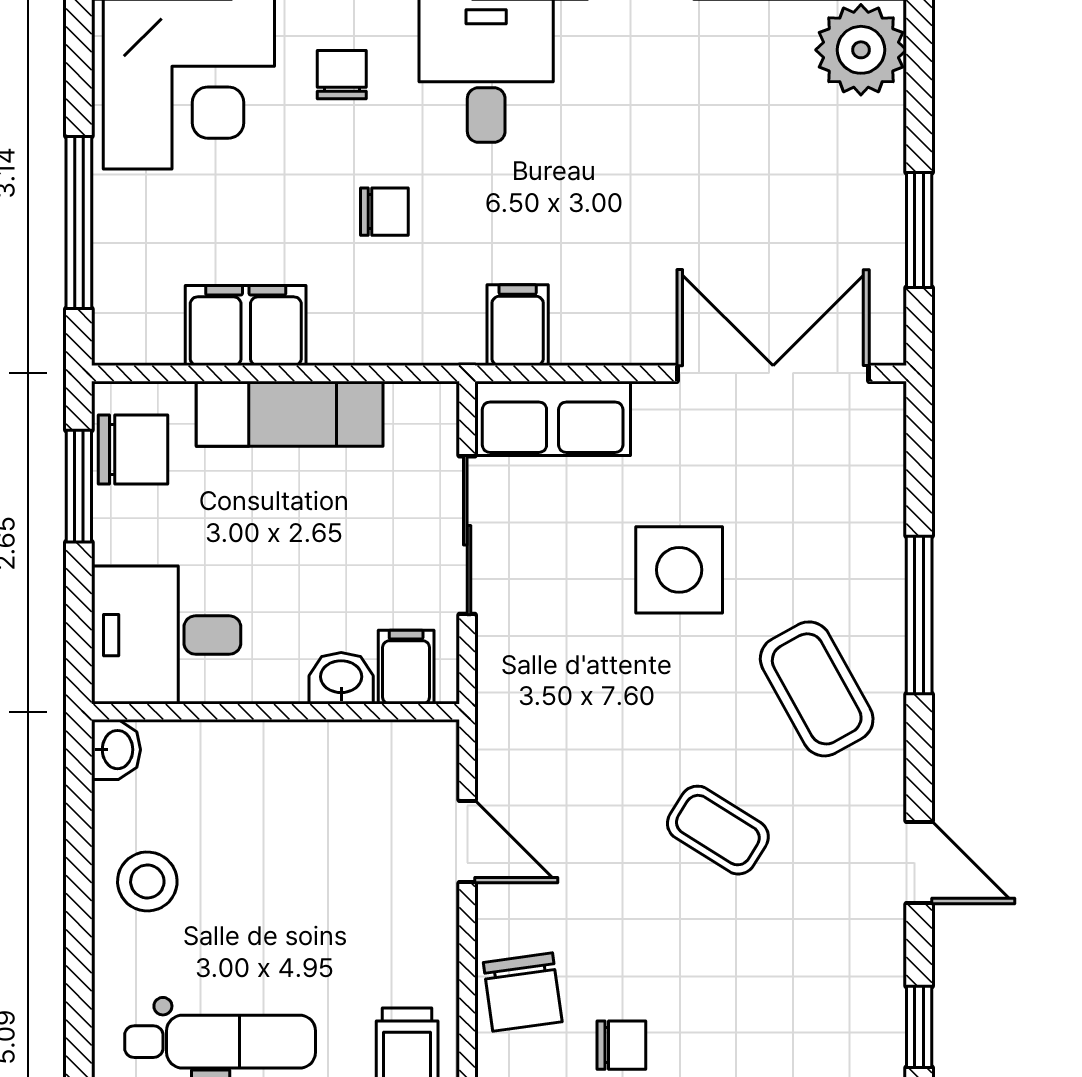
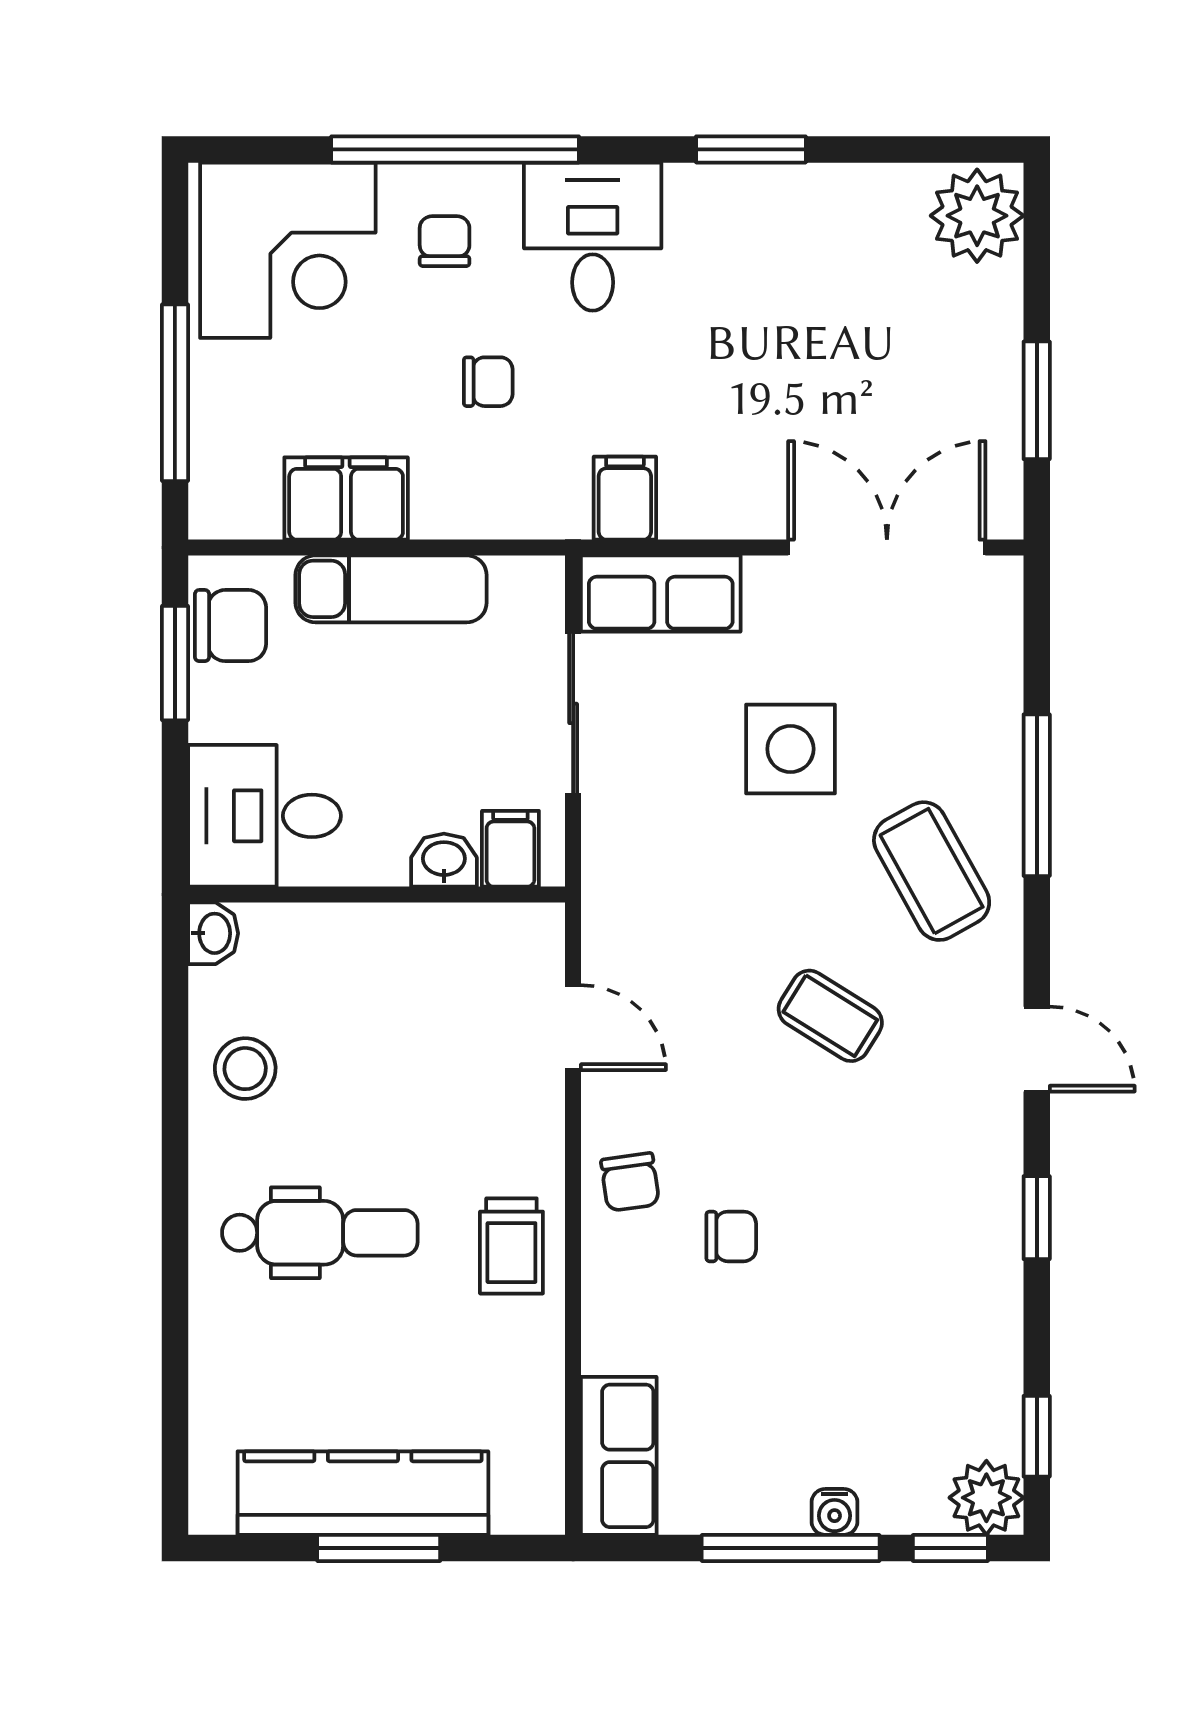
chair: (523, 992) -> (630, 1182), width x0.73, depth x0.73

